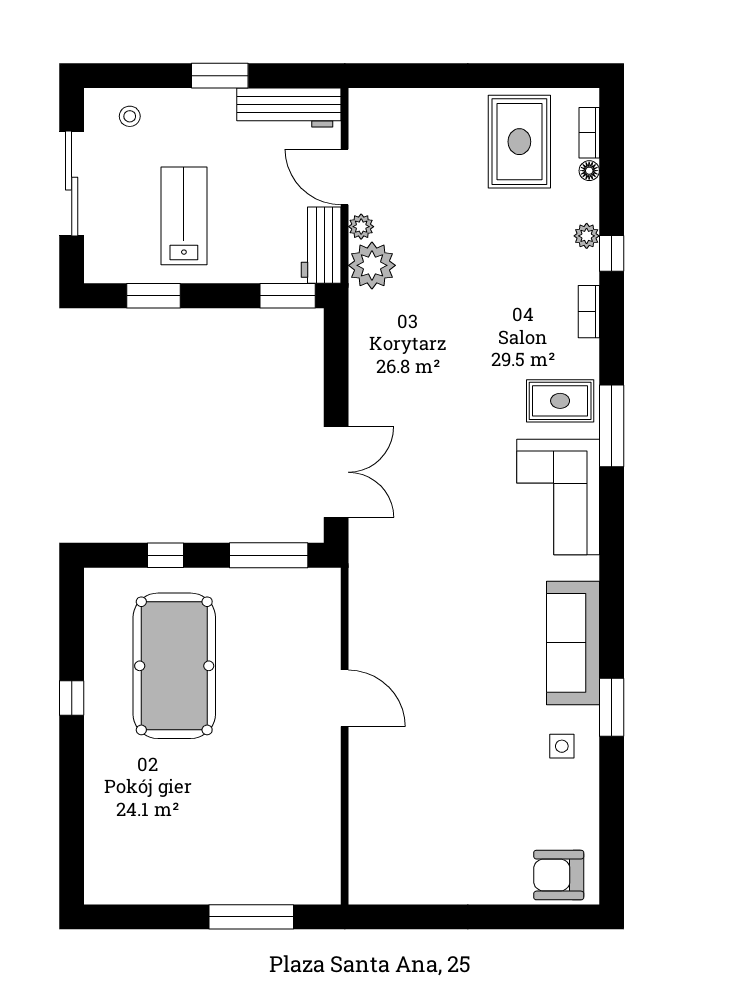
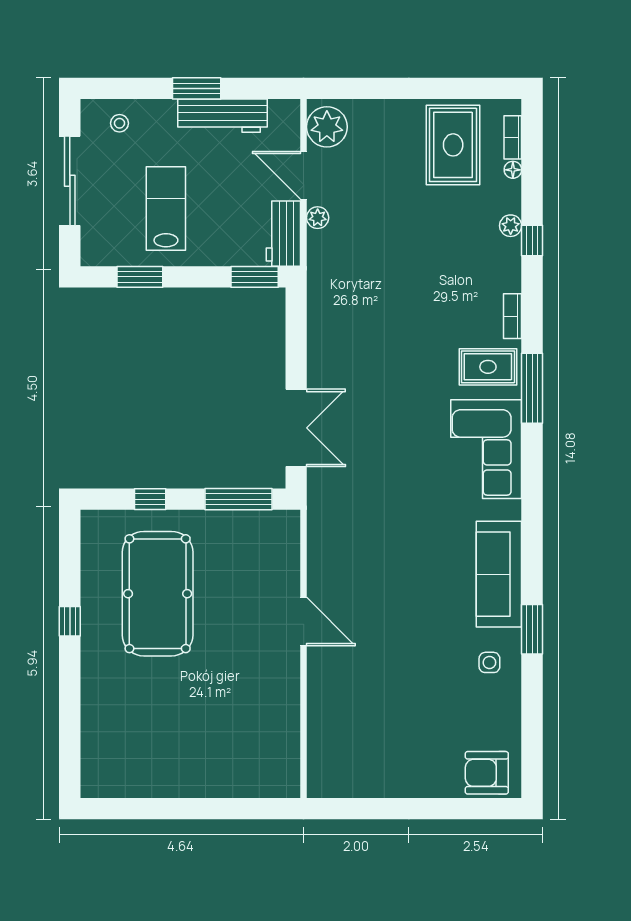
workbench: (289, 107) -> (223, 116), moved
plant: (372, 265) -> (327, 127), moved
bookcase: (589, 312) -> (512, 316), moved
window: (251, 917) -> (224, 809), removed

